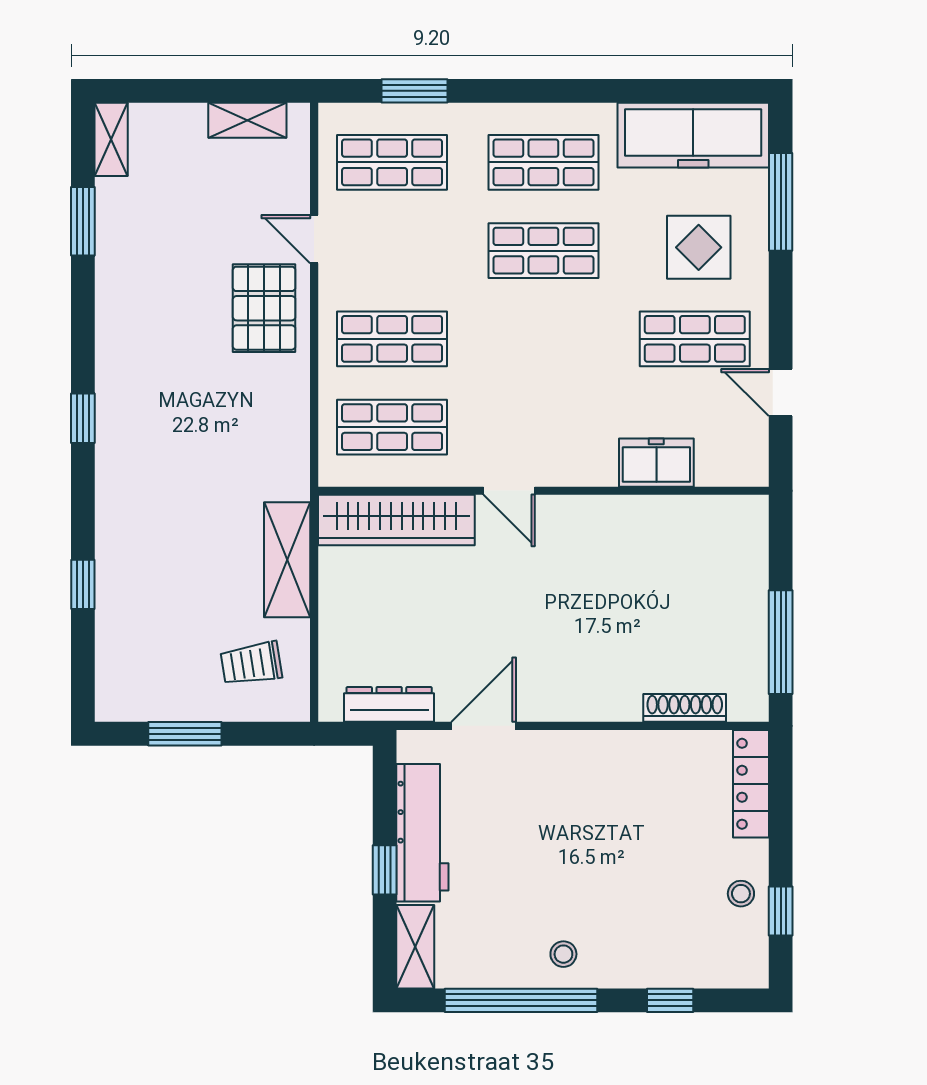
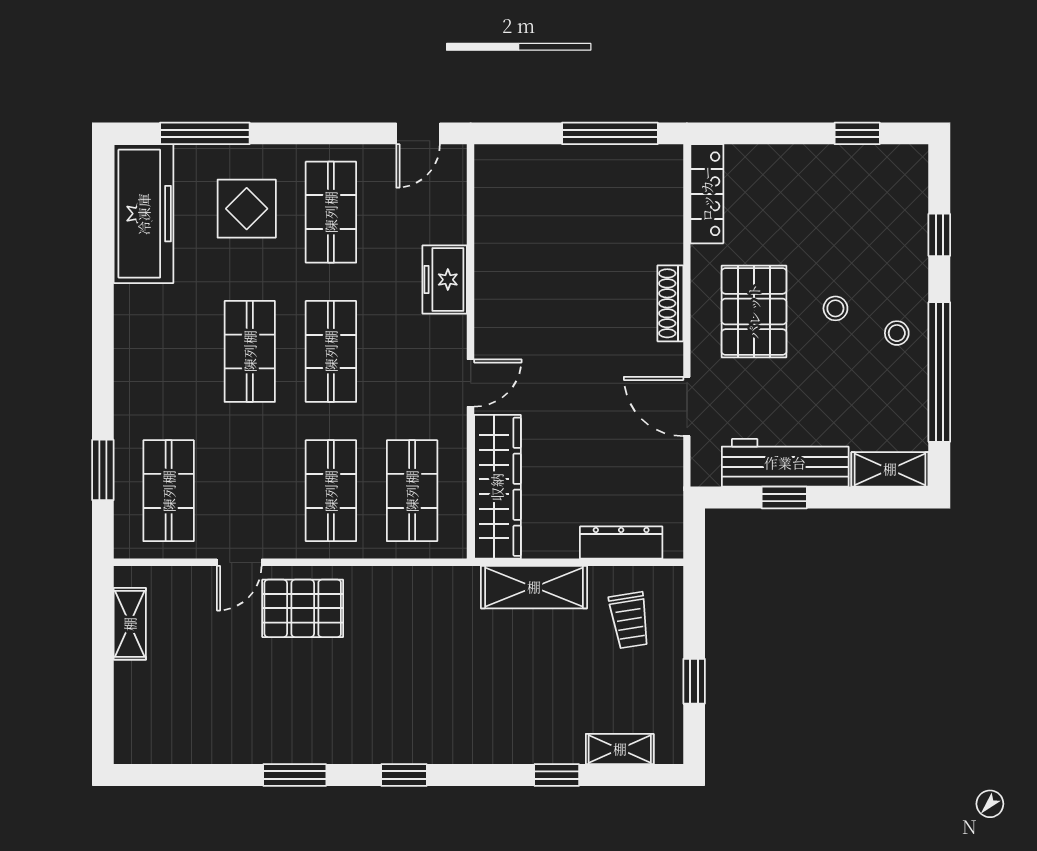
shelving: (111, 139) -> (620, 749), moved
shop shelf: (543, 162) -> (331, 351), moved
window: (83, 221) -> (295, 775), moved
door: (781, 393) -> (418, 133), moved
freezer: (656, 463) -> (445, 280), moved
dresser: (389, 704) -> (621, 543), moved, turned 90
shoe rack: (685, 708) -> (670, 303), moved
window: (185, 734) -> (694, 681), width x0.67
locker: (751, 784) -> (707, 194), moved, turned -90
pallet: (587, 799) -> (754, 311), added
window: (385, 870) -> (784, 497), moved
stool: (741, 894) -> (835, 308), moved

